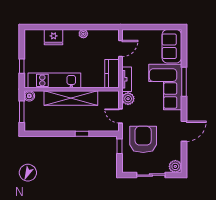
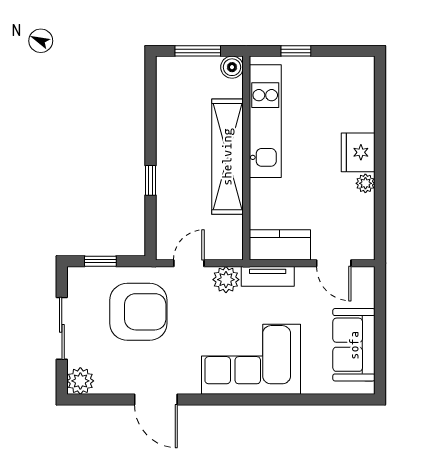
fridge: (54, 37) -> (358, 152), moved
sofa: (172, 46) -> (354, 345), moved, turned -90
window: (184, 82) -> (262, 400), removed
window: (120, 146) -> (100, 261), moved

